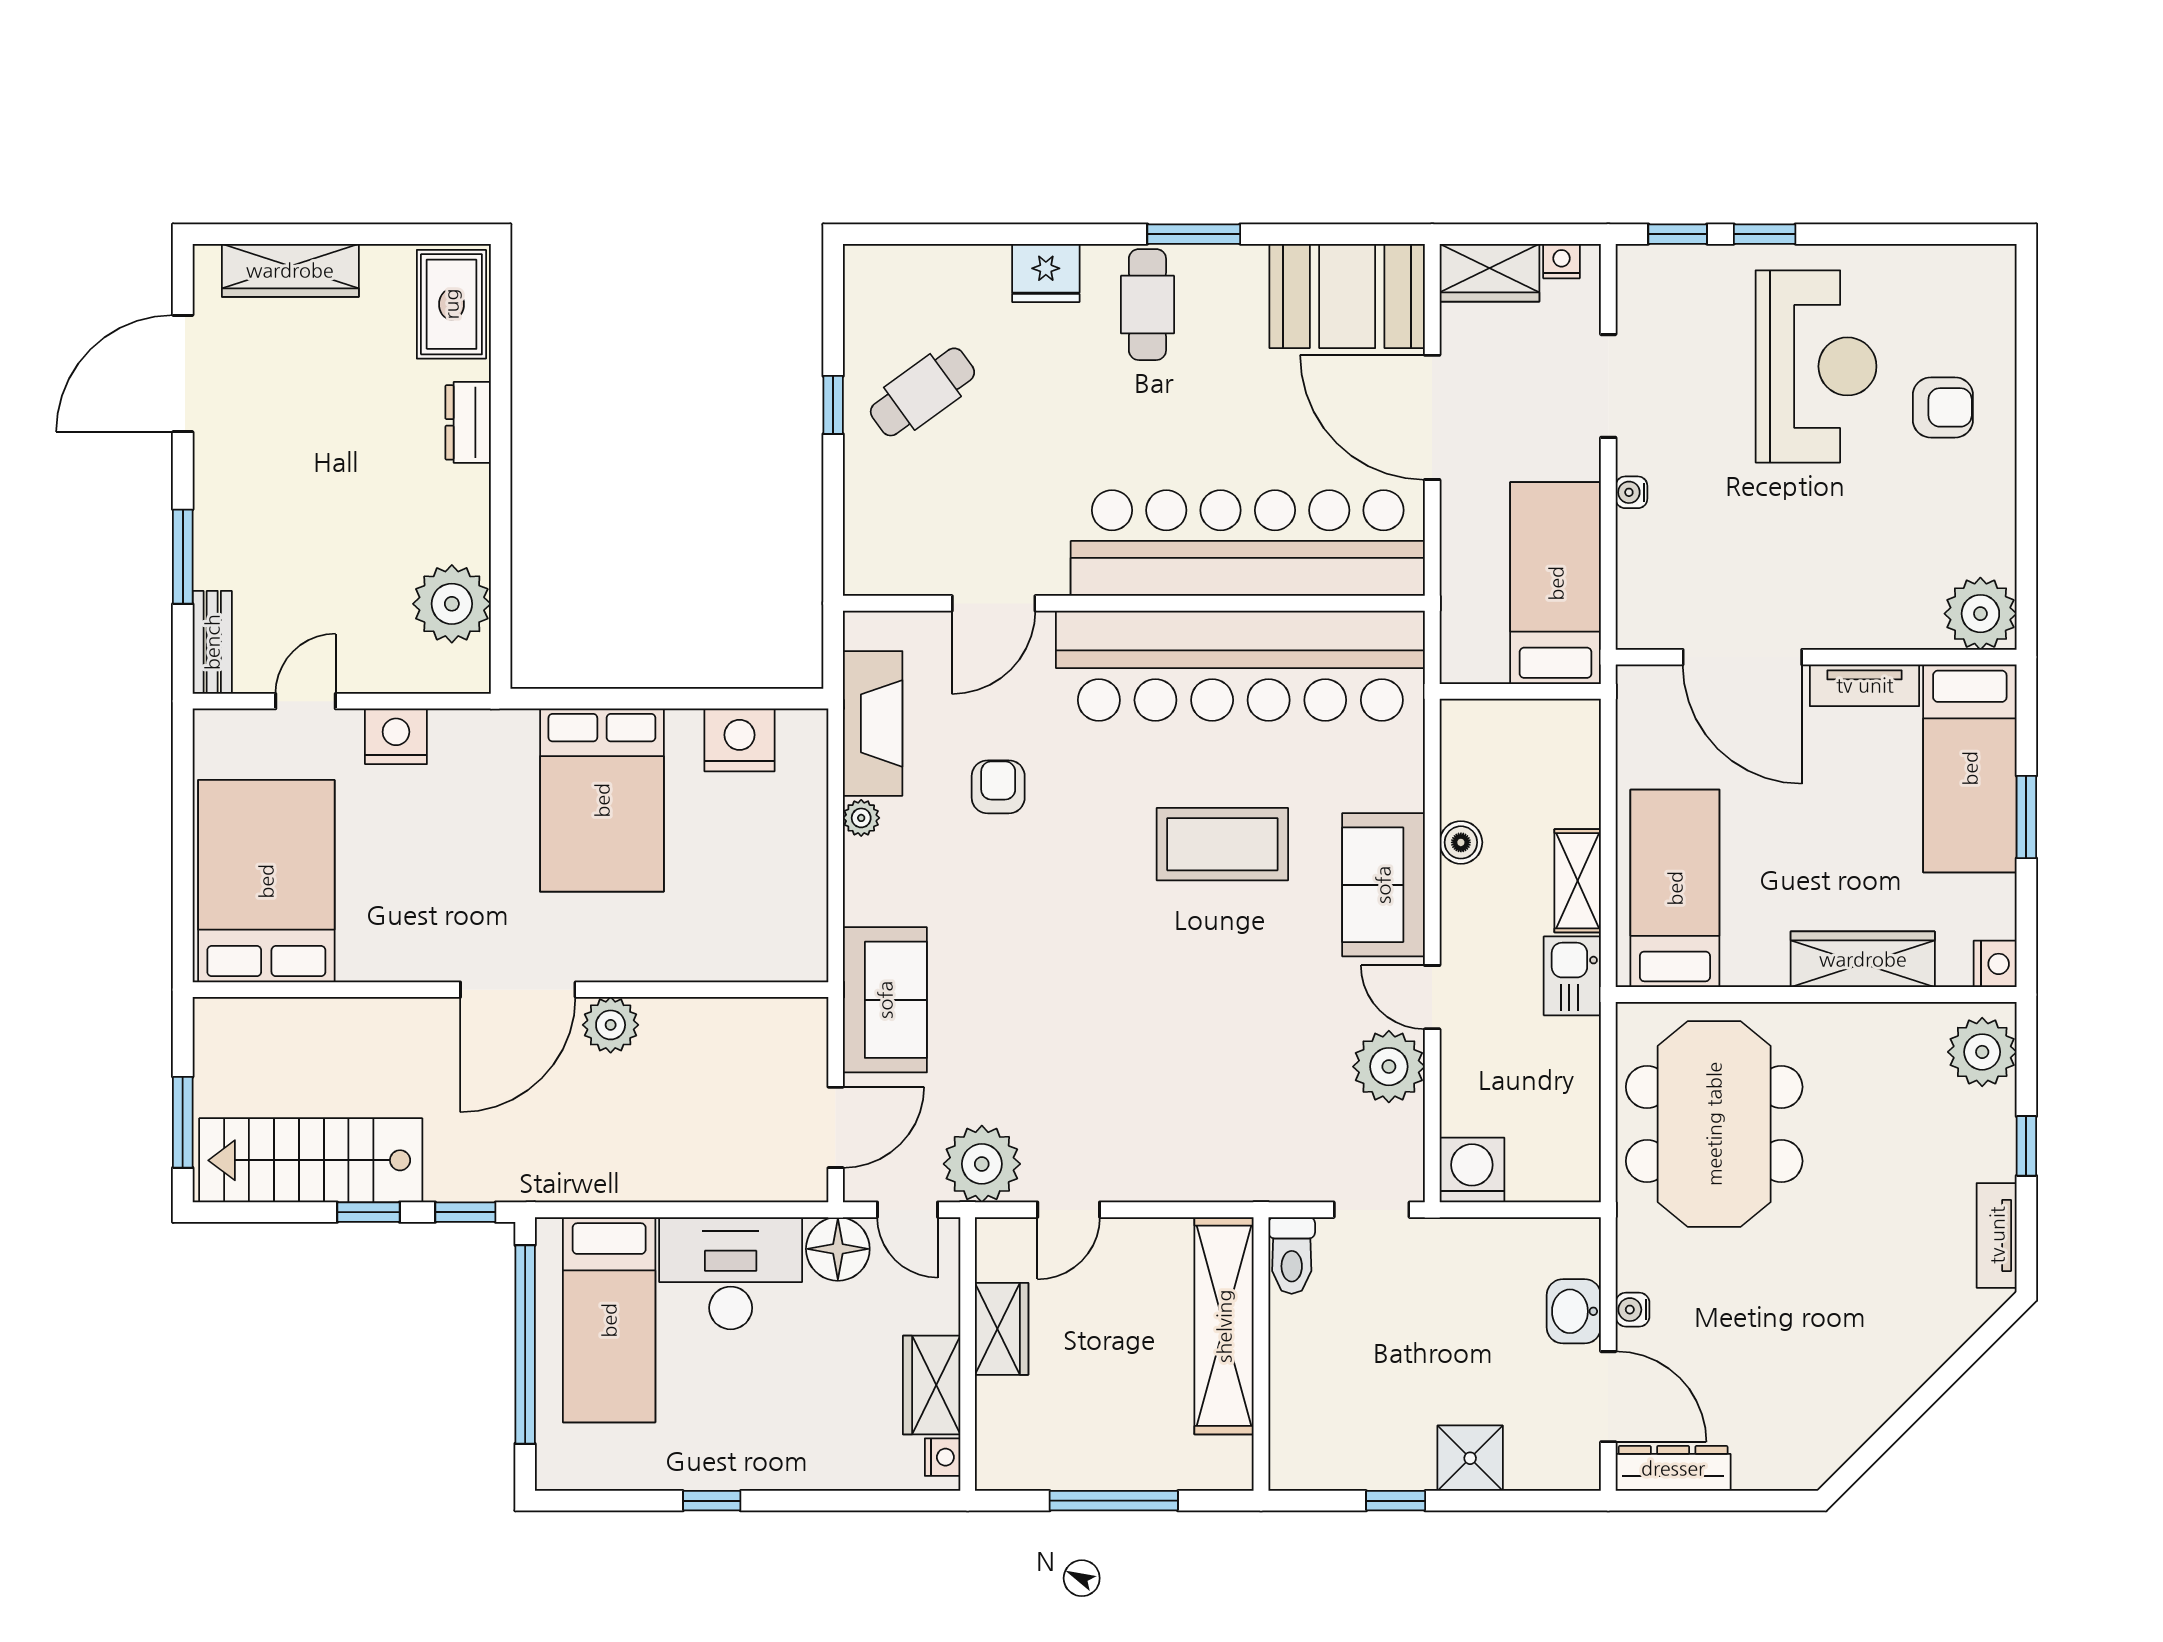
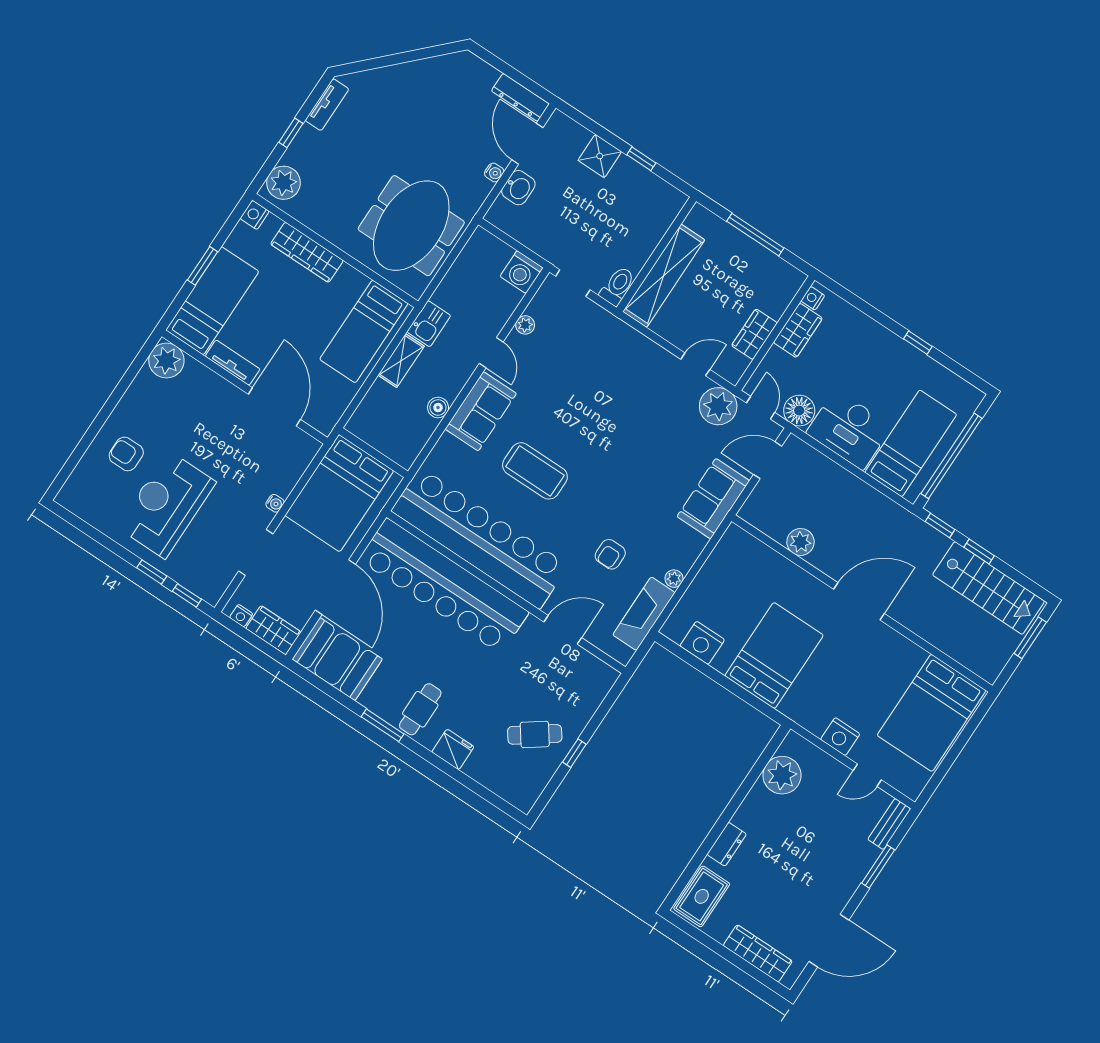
bed: (1556, 583) -> (339, 493), width x1.50
plant: (611, 1025) -> (800, 542), moved
plant: (1389, 1067) -> (525, 325), width x0.53, depth x0.53

